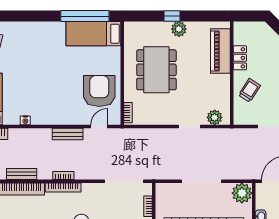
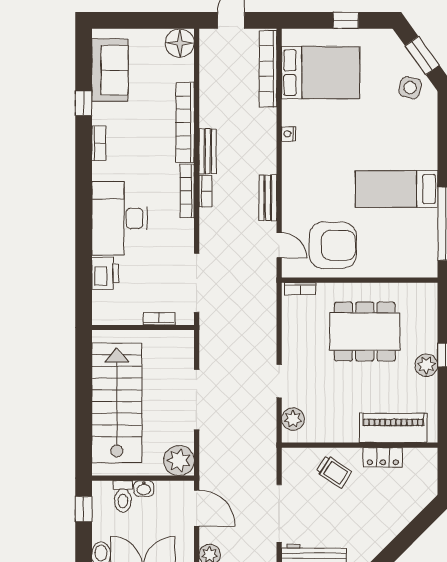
bed: (93, 34) -> (397, 189), moved, turned -90
bench: (22, 174) -> (208, 151), moved

